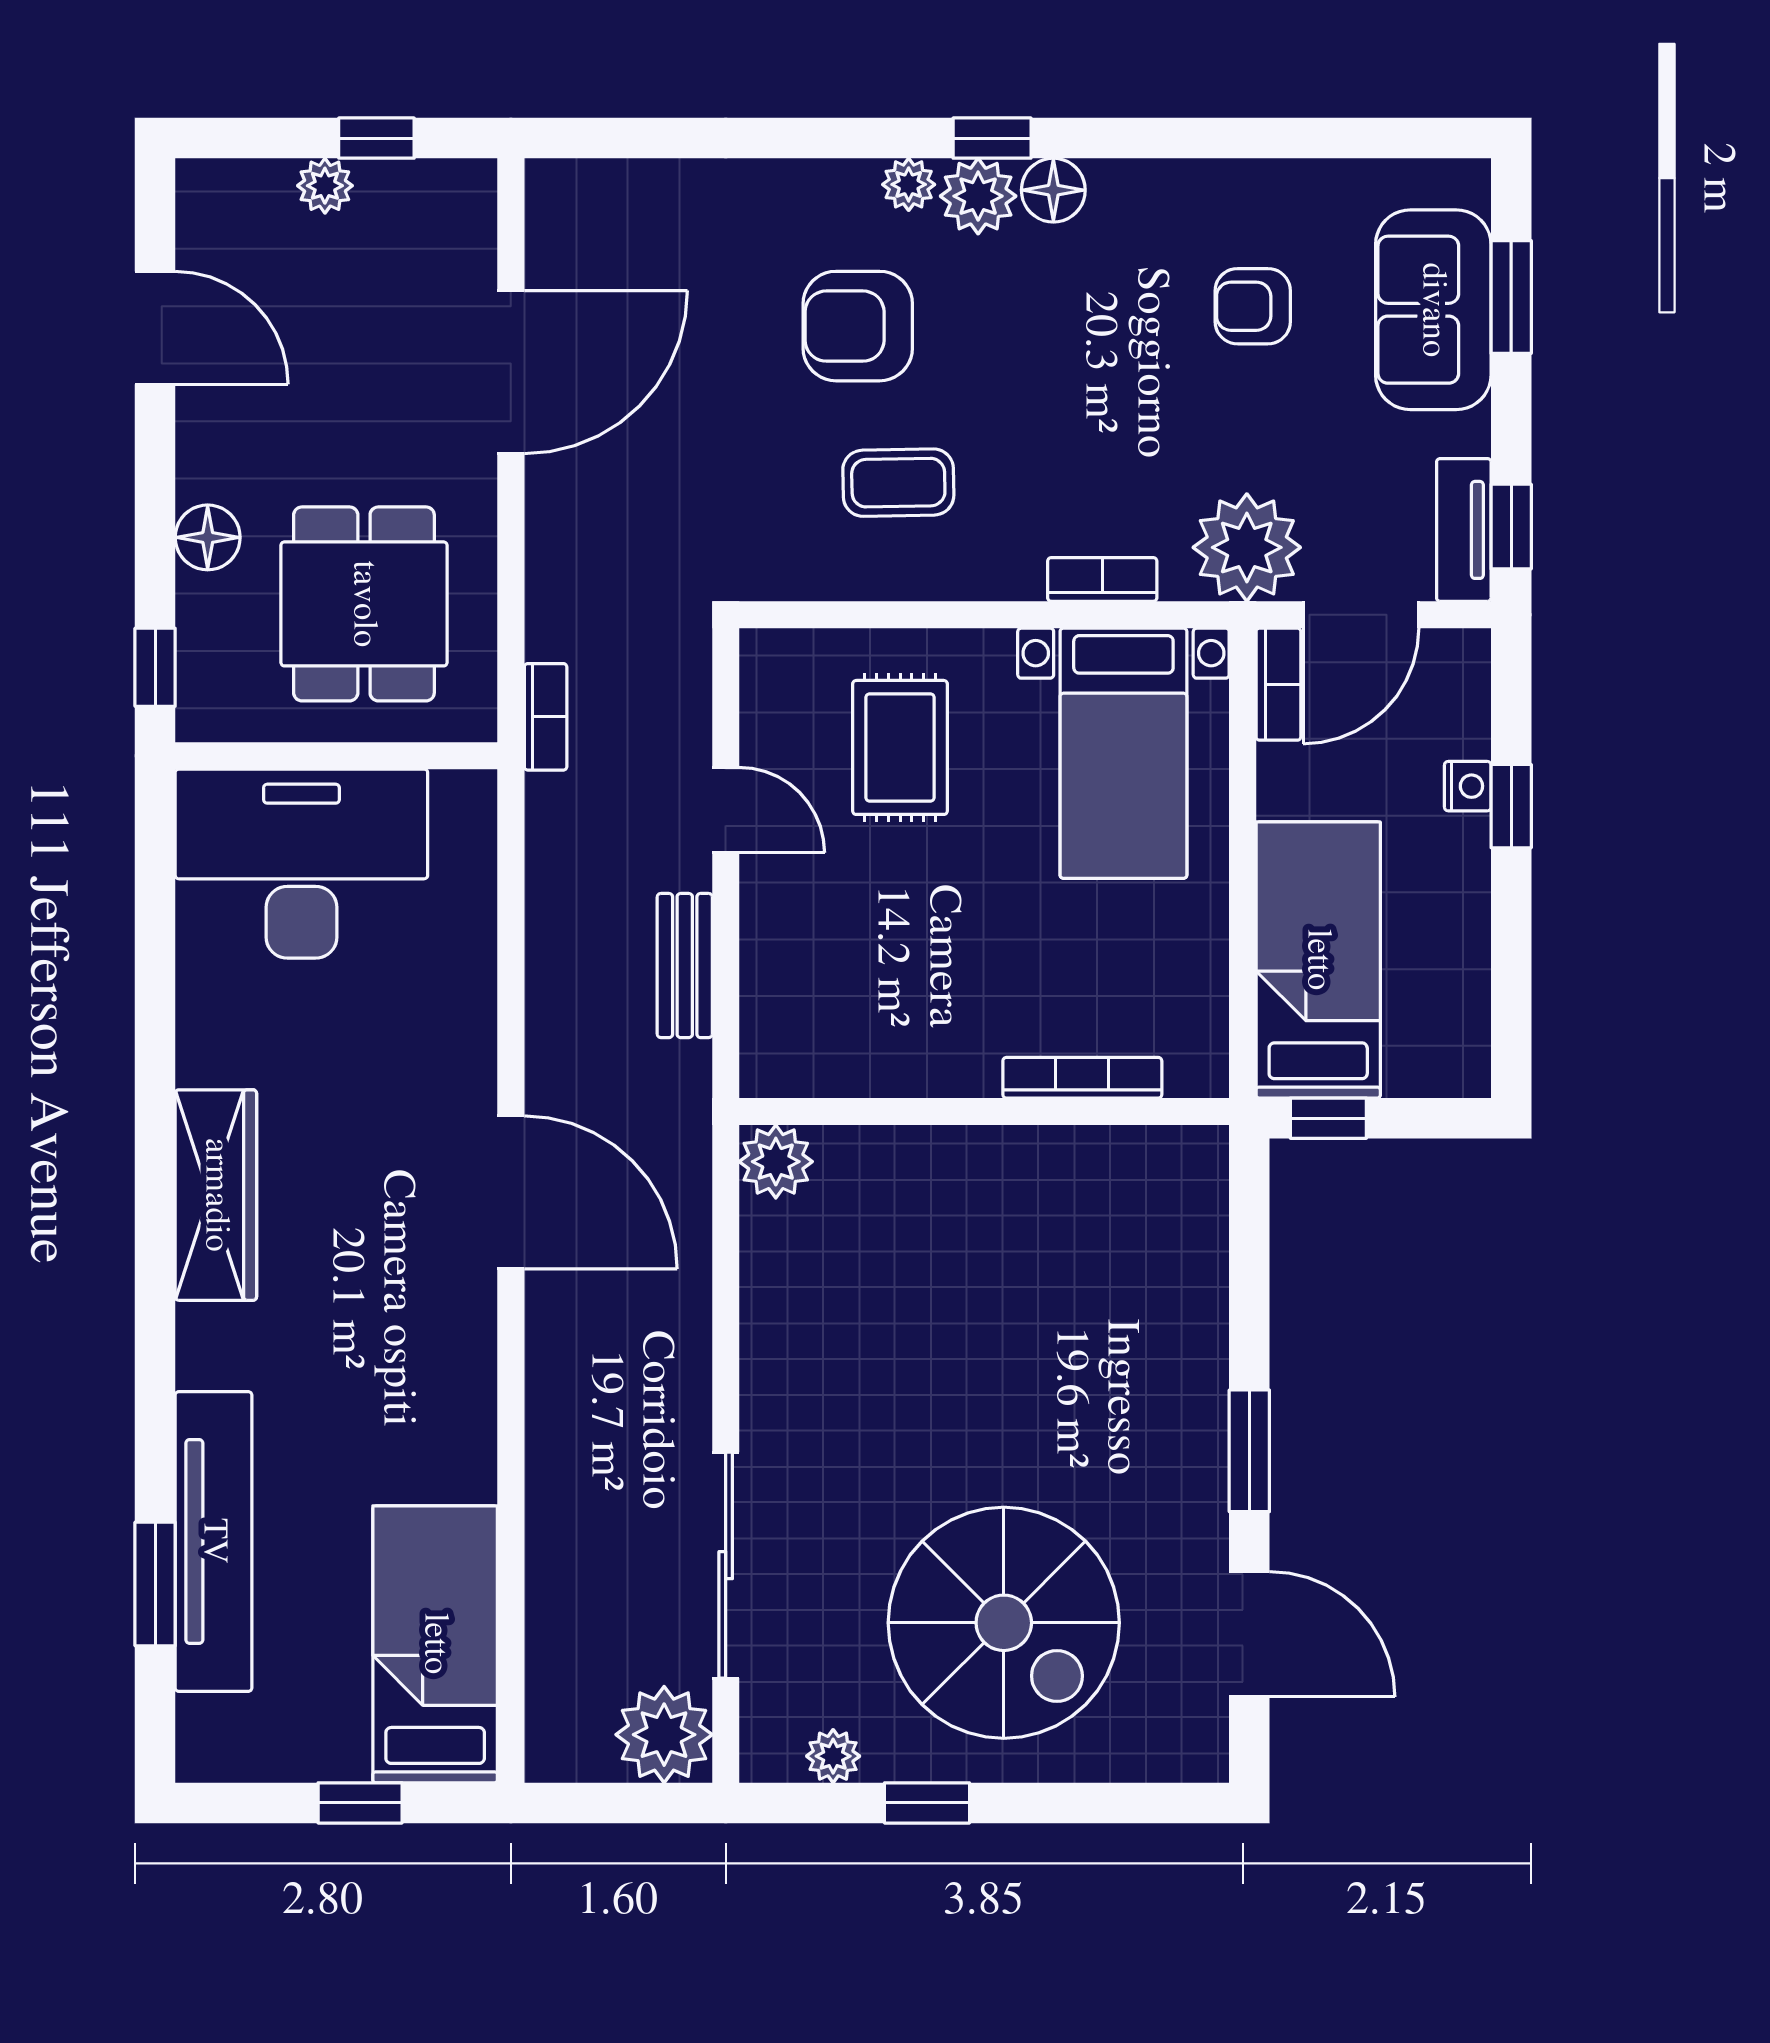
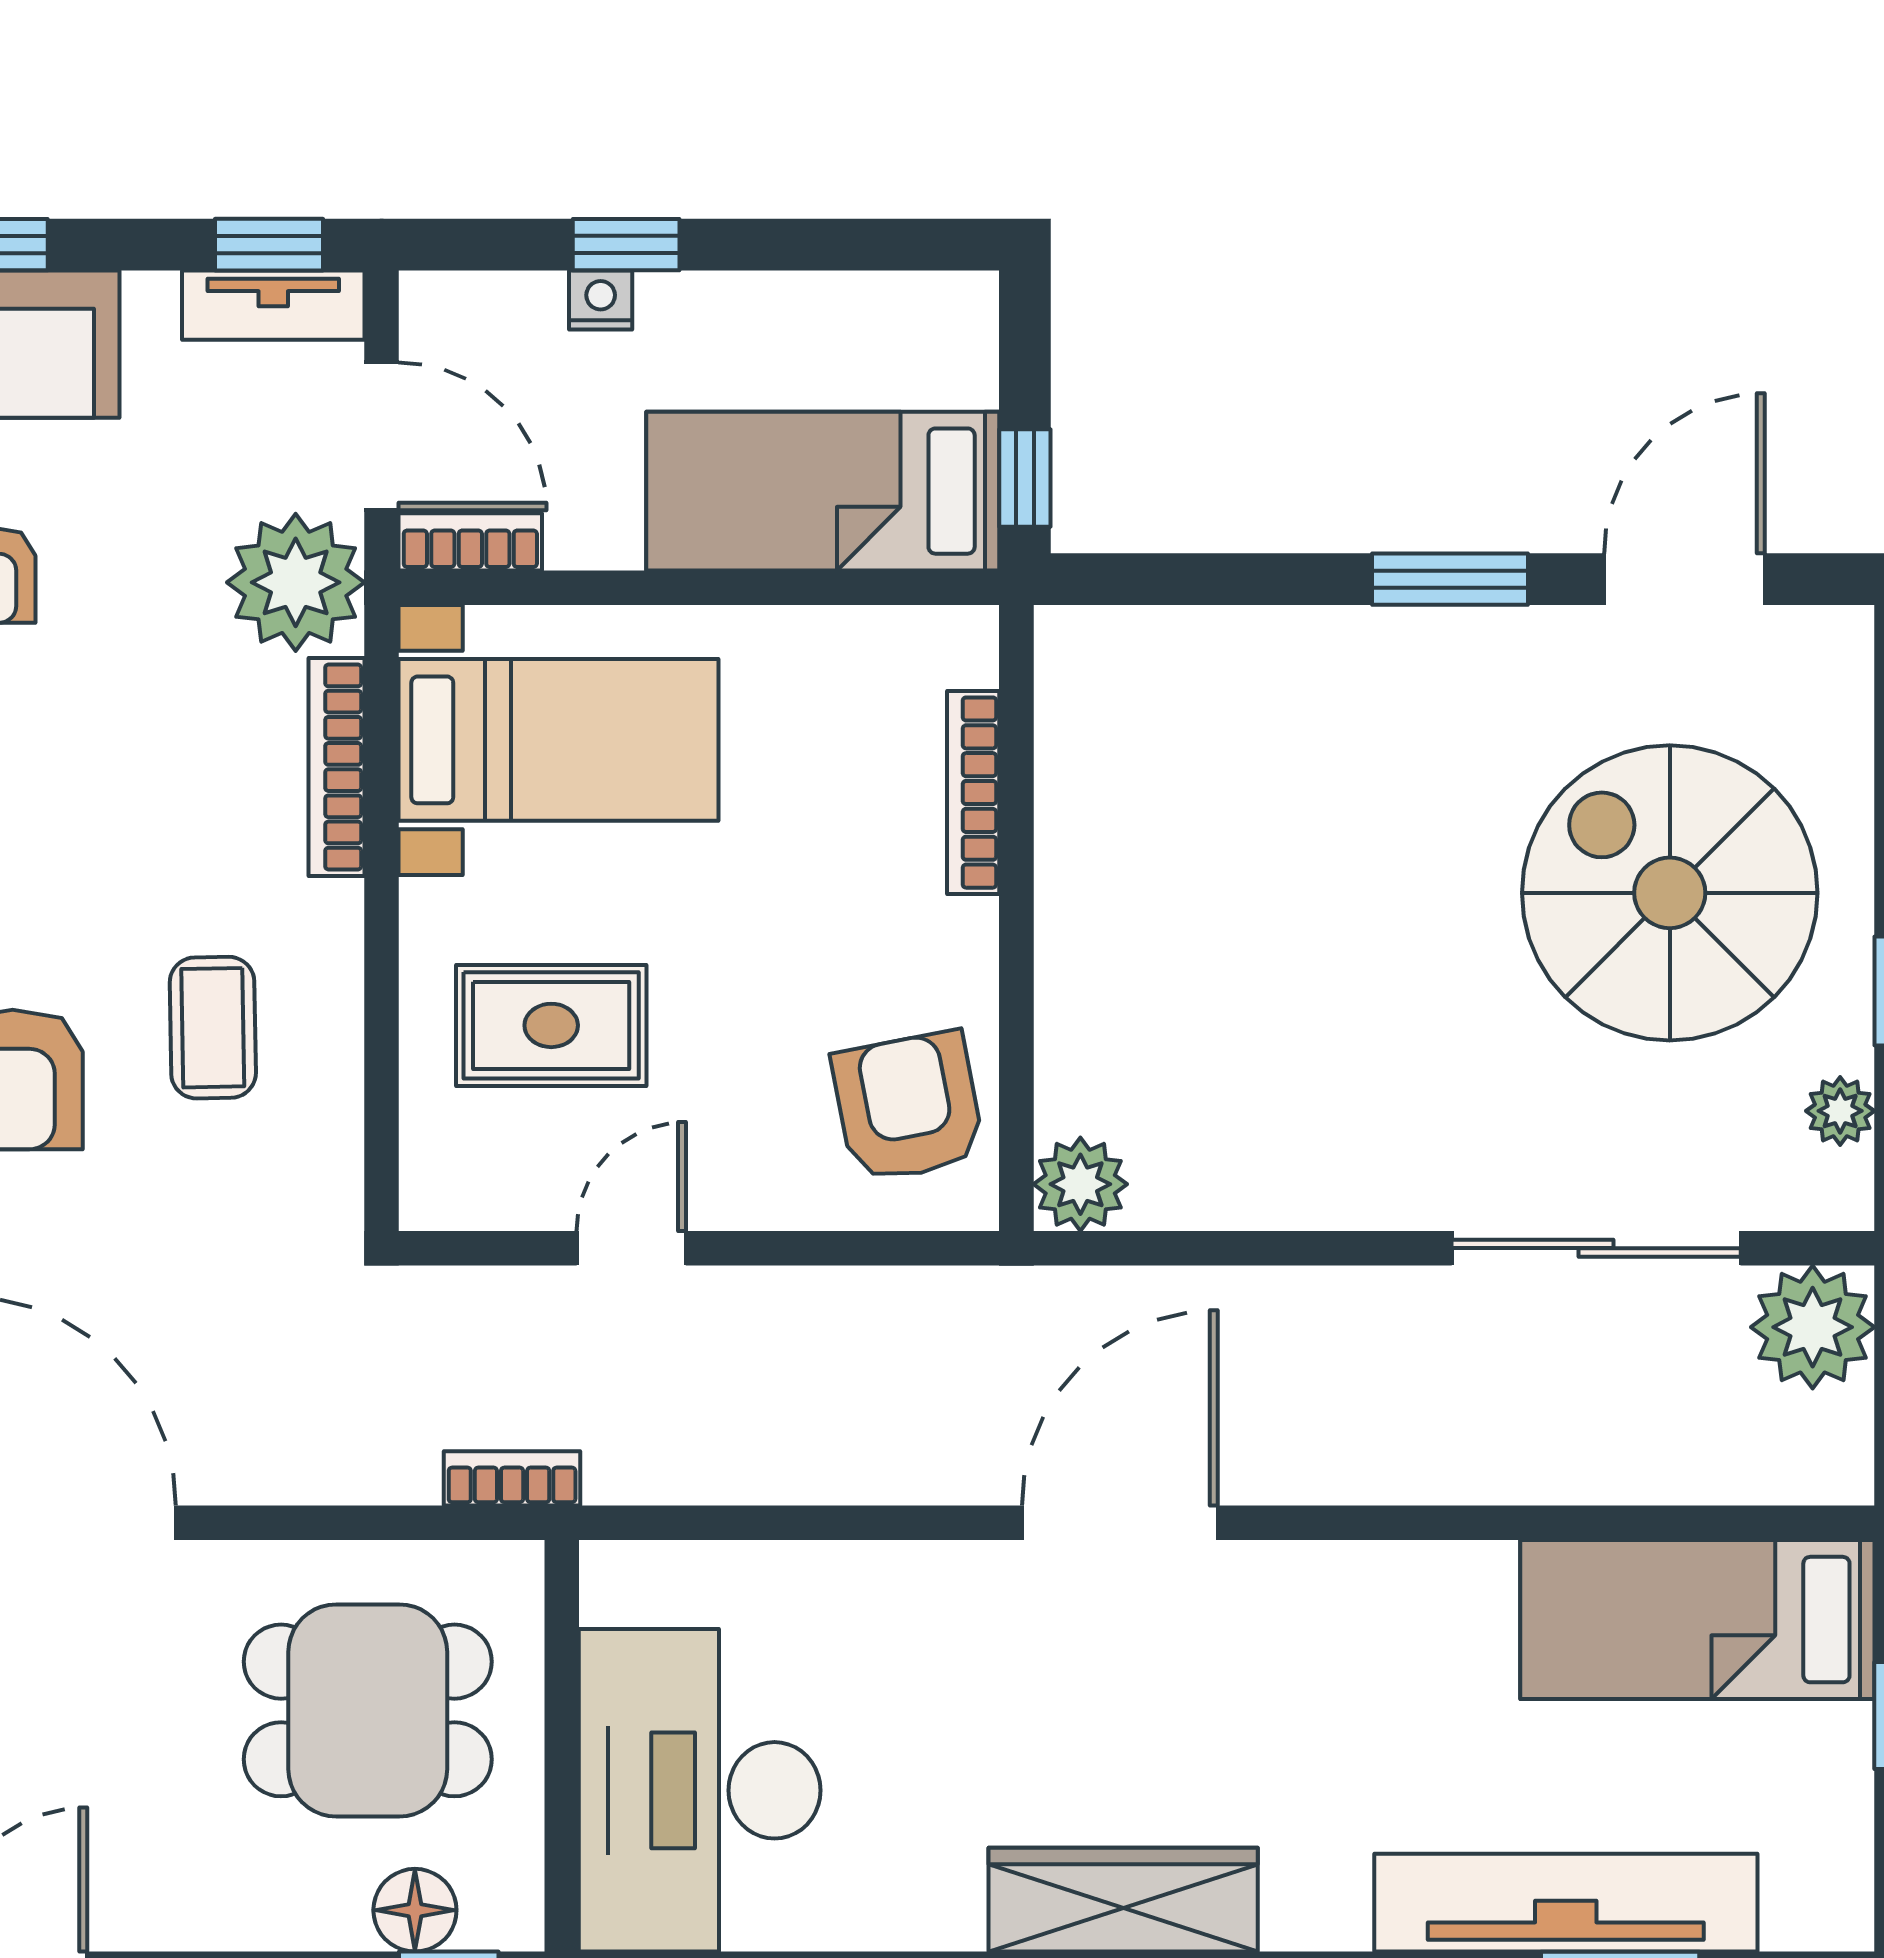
floor lamp: (208, 537) -> (415, 1910), moved
bookcase: (1102, 579) -> (336, 767), width x1.56
bench: (685, 966) -> (830, 1301), removed
armchair: (836, 1027) -> (908, 1107), added
spiral stairs: (1004, 1623) -> (1670, 893), turned -90

